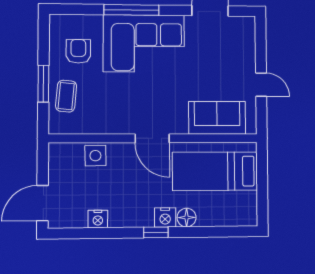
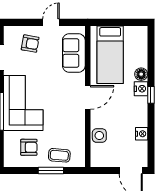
armchair: (78, 51) -> (29, 147), turned 180
armchair: (230, 54) -> (30, 44), added

